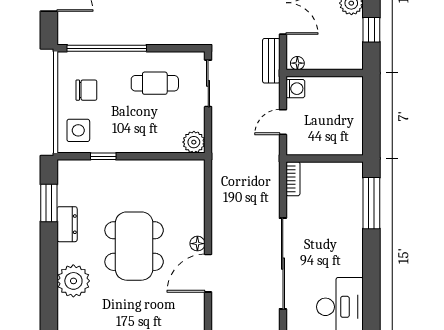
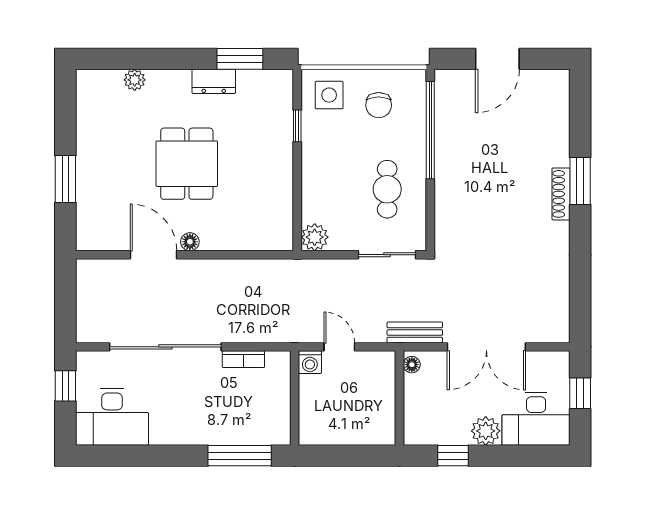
washing machine: (295, 89) -> (310, 362), moved
bookcase: (293, 179) -> (243, 359), moved
dining table: (134, 246) -> (187, 164), width x0.73
plant: (73, 281) -> (135, 80), width x0.53, depth x0.53

